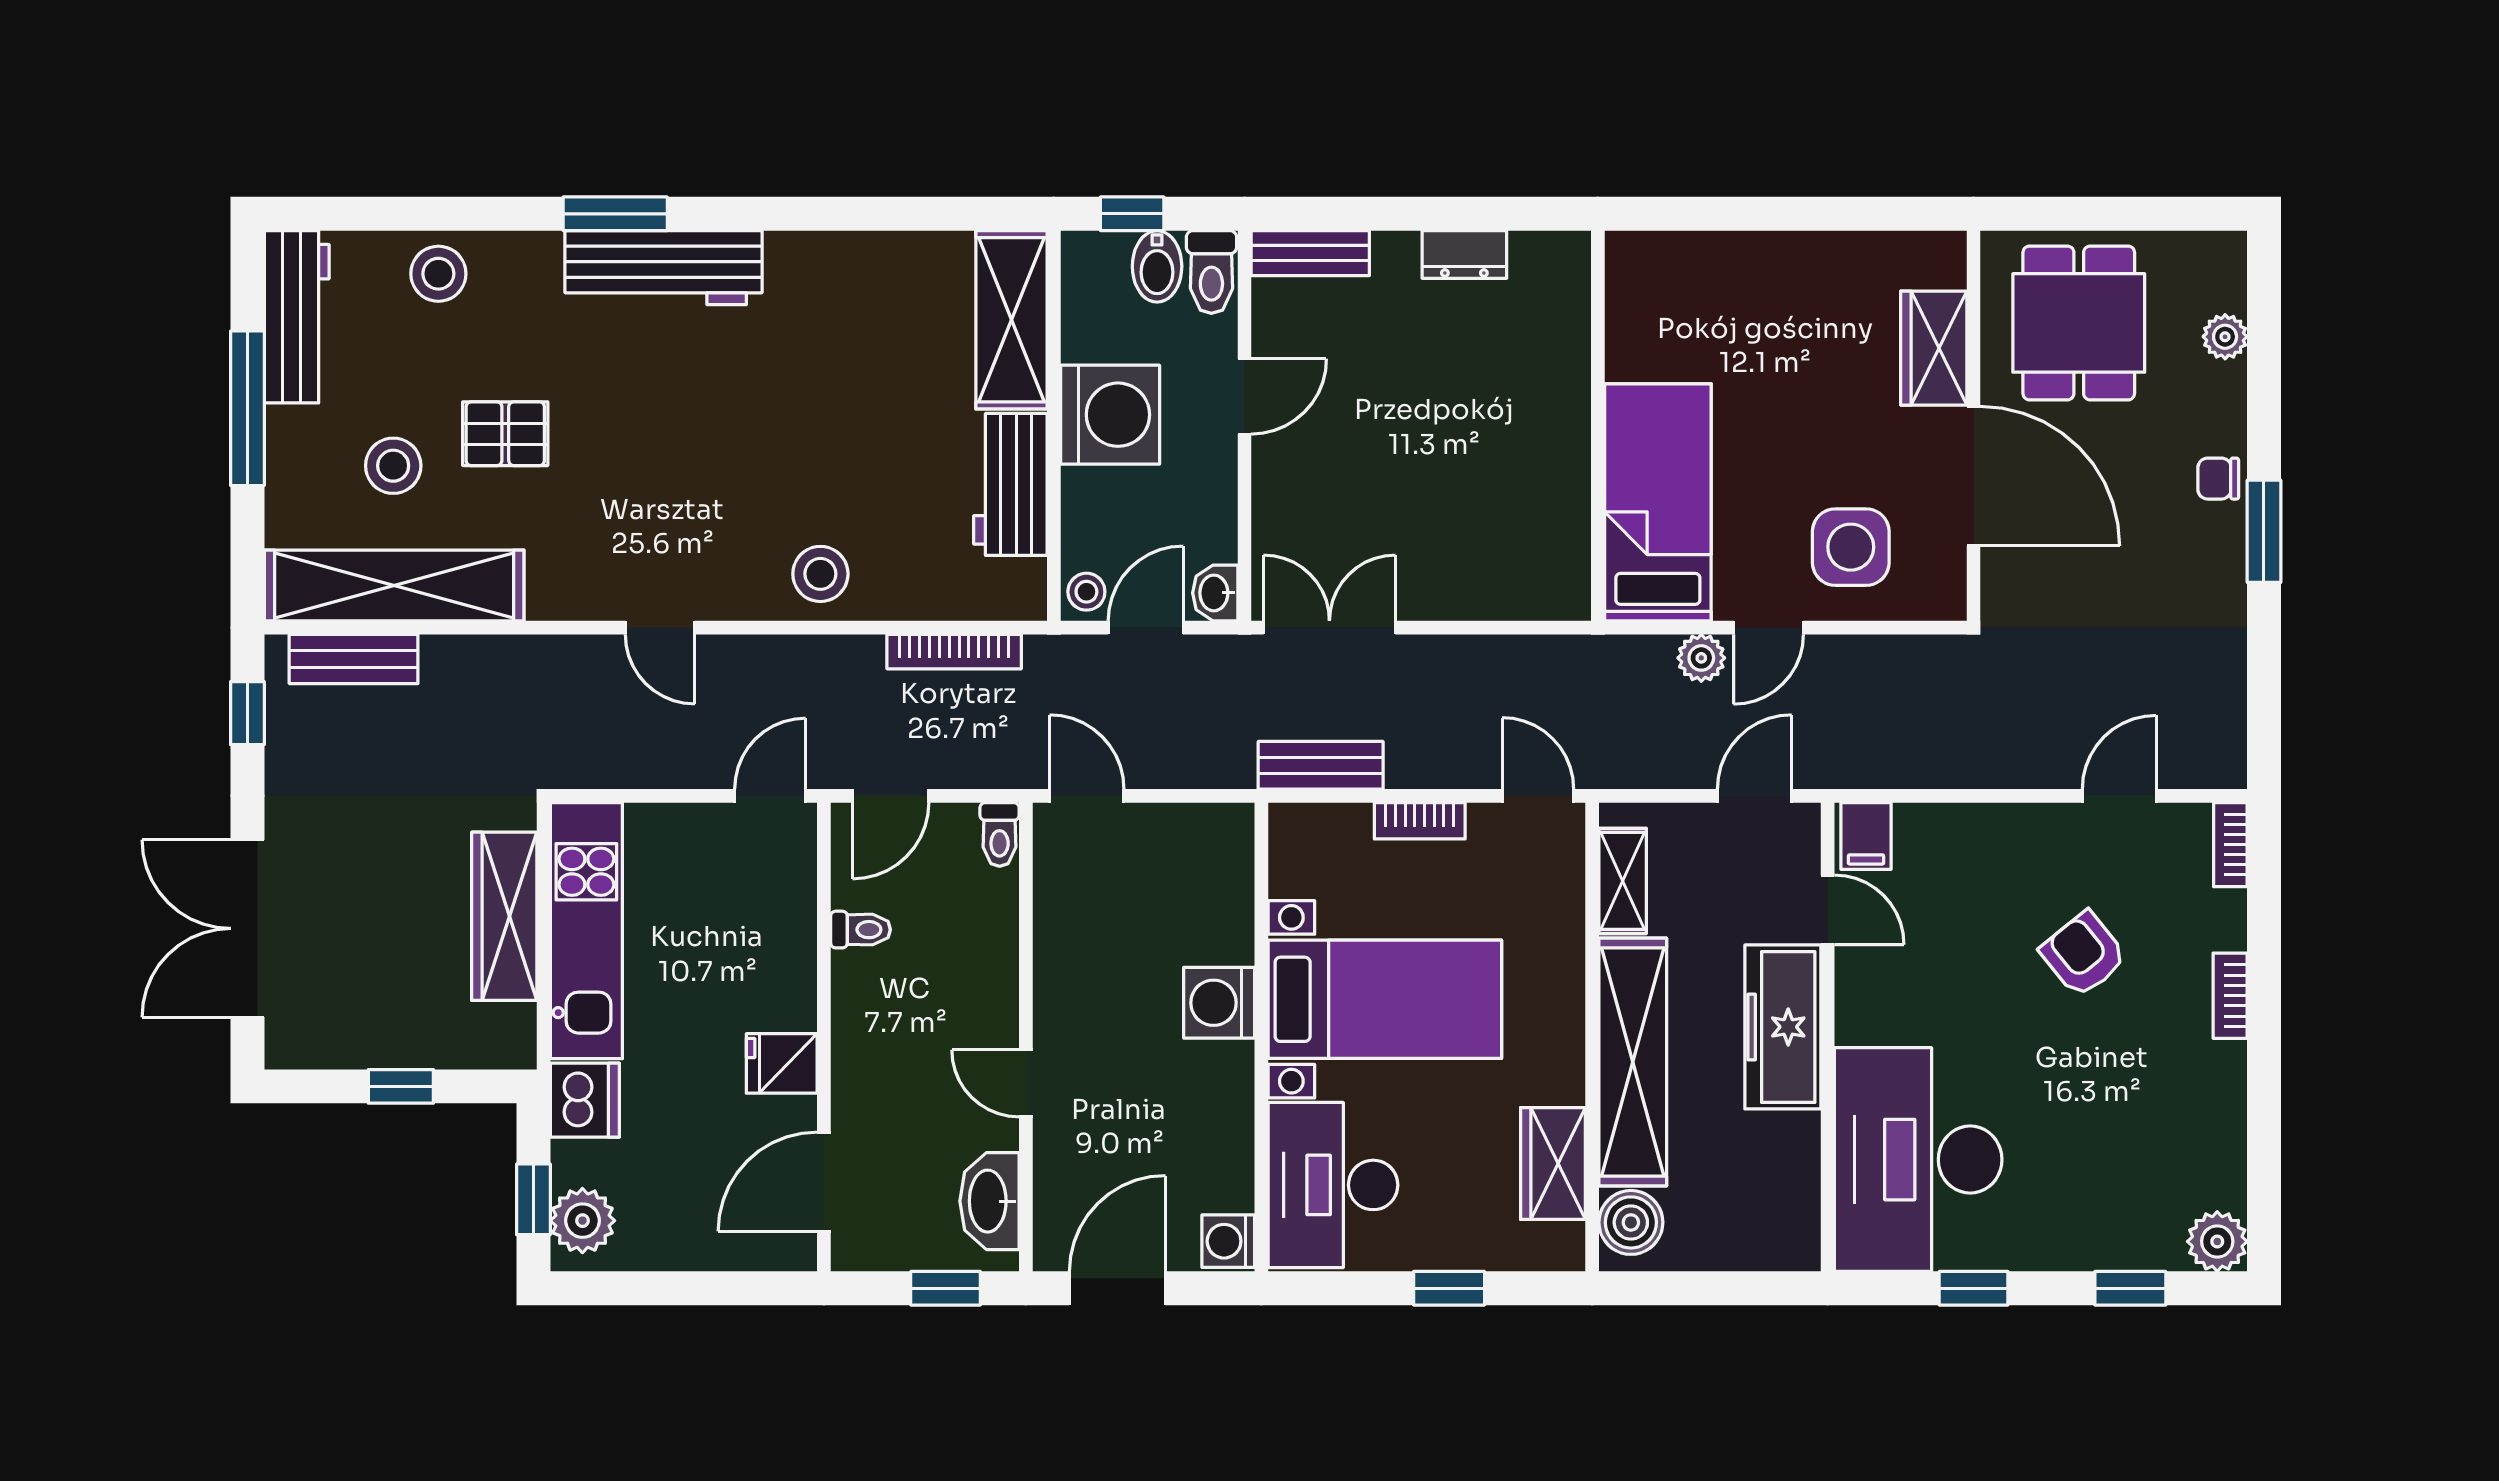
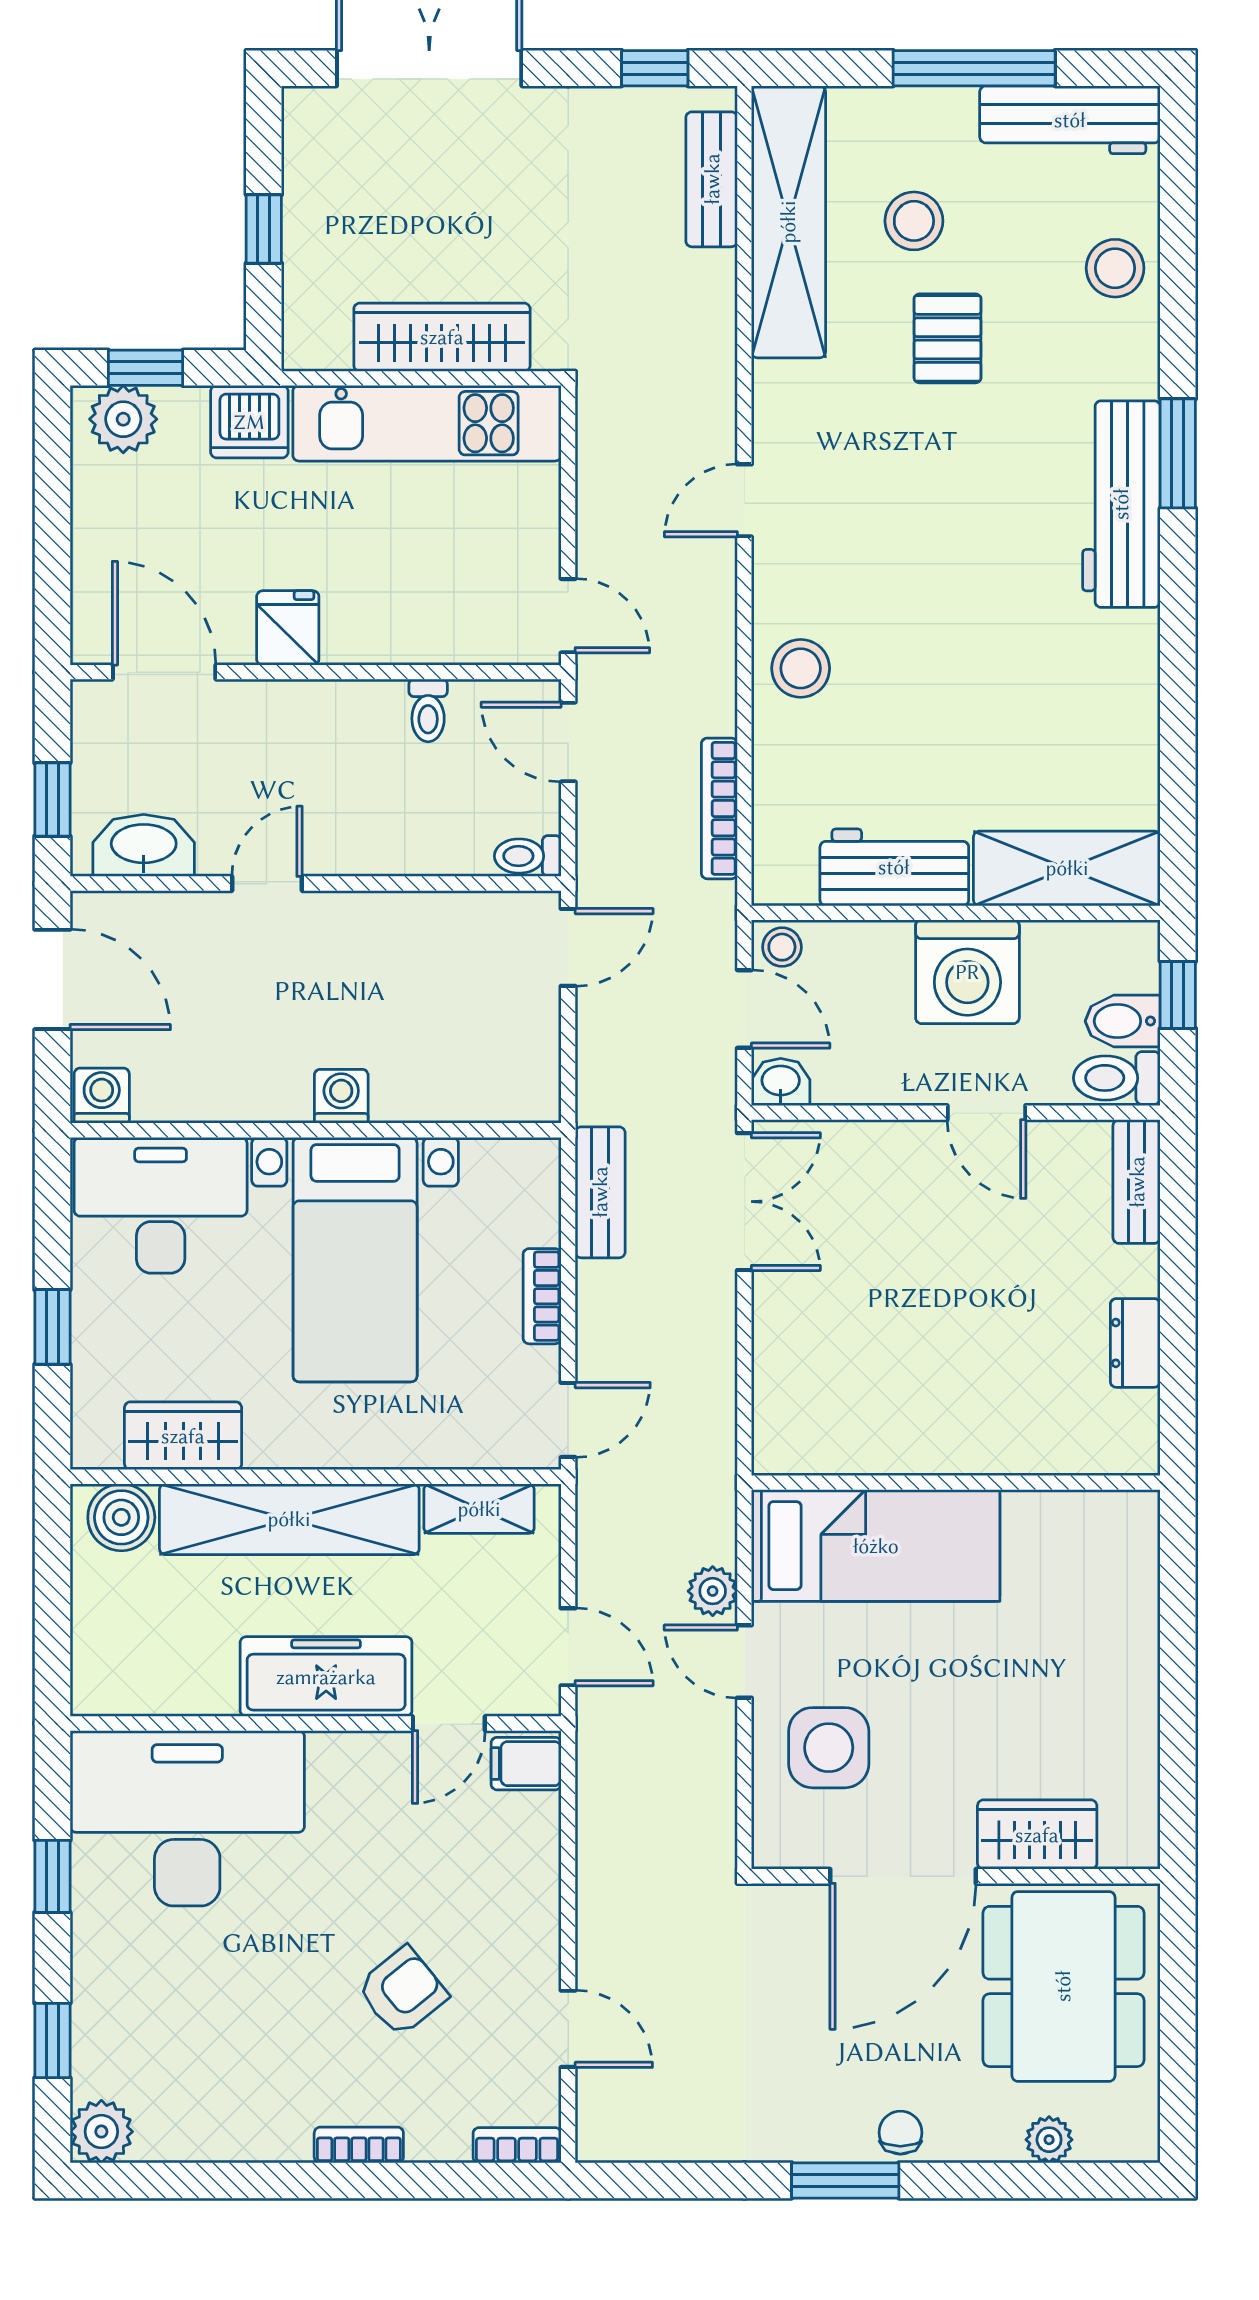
dining table: (2079, 323) -> (1063, 1986), width x1.38
washing machine: (1219, 1003) -> (341, 1096), width x0.73, depth x0.73

